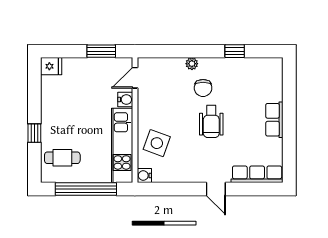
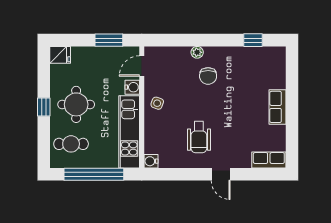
window: (235, 51) -> (253, 40), moved
round table: (68, 117) -> (76, 104), added
wheelchair: (211, 122) -> (199, 137), moved
window: (34, 133) -> (44, 107), moved
side table: (157, 143) -> (157, 103), moved, width x0.54, depth x0.54
row of seats: (257, 174) -> (269, 160), width x0.68

